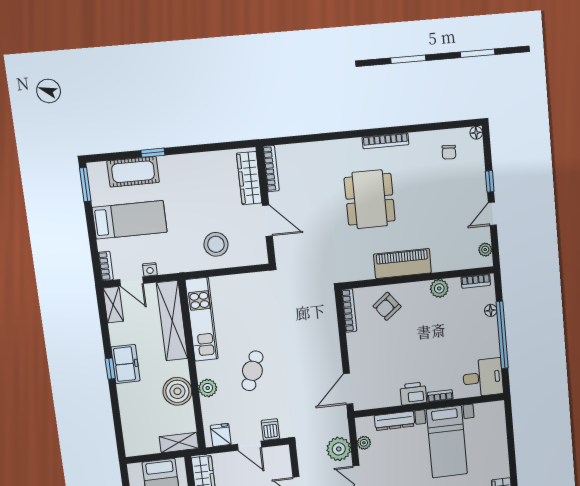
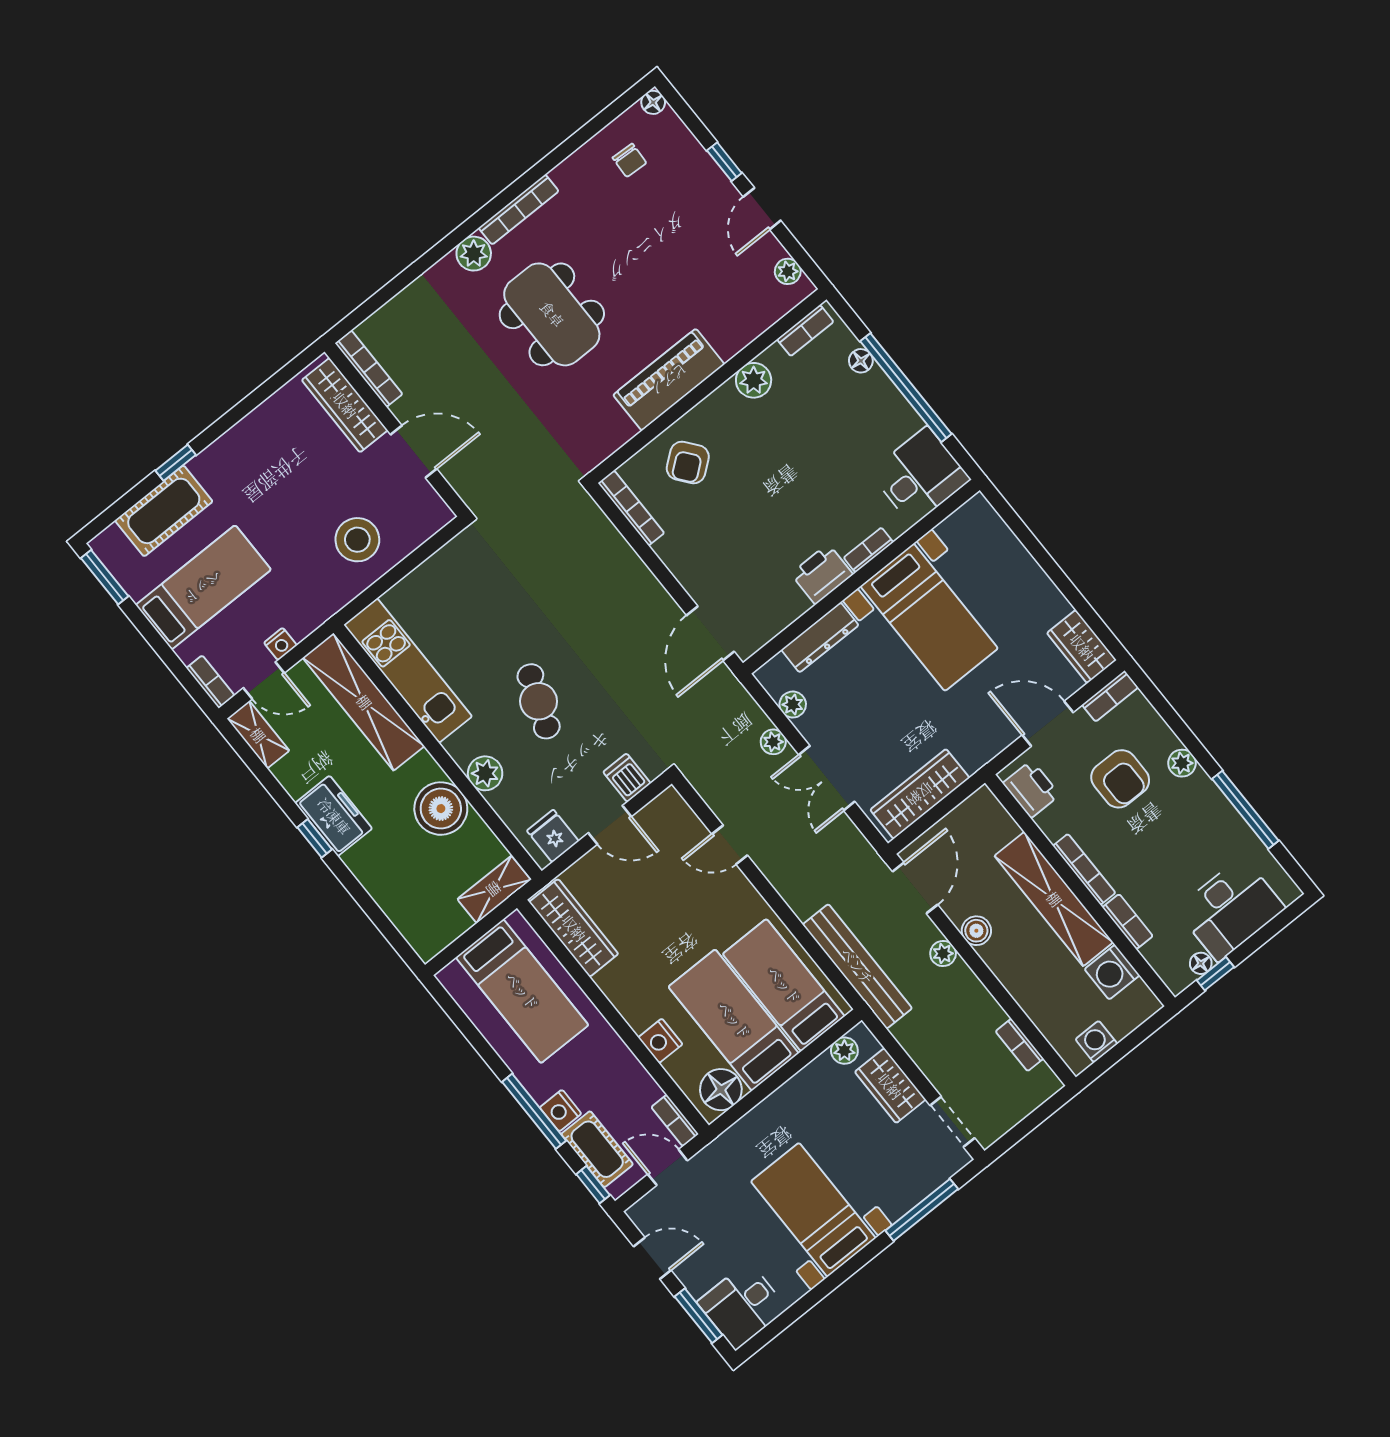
plant: (352, 147) -> (474, 254), added
plant: (339, 449) -> (773, 742), width x0.53, depth x0.53

